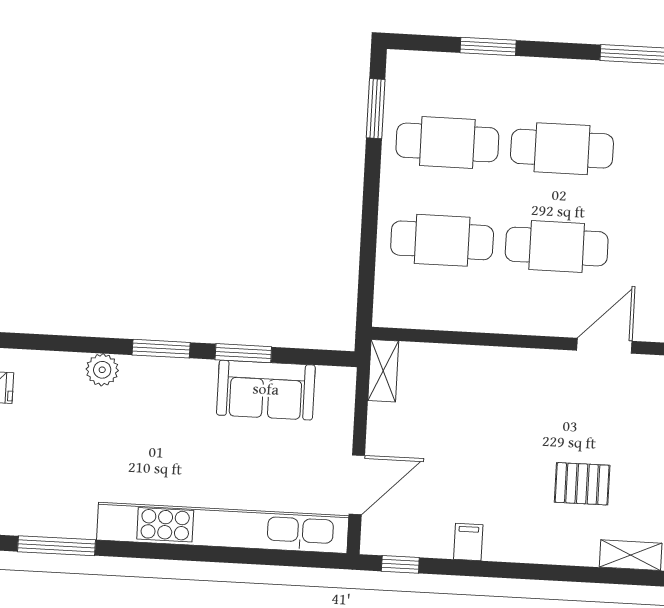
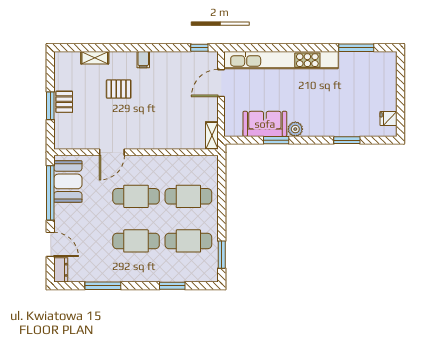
window: (161, 349) -> (347, 140), moved
plant: (102, 370) -> (295, 129), moved
filing cabinet: (468, 542) -> (143, 60), moved

